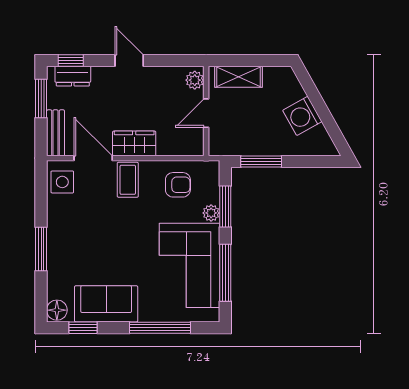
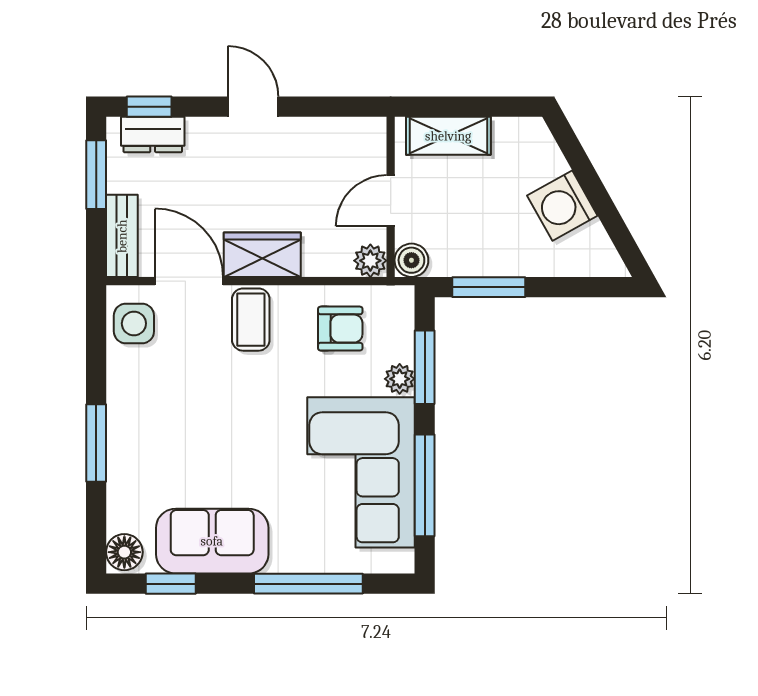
plant: (195, 80) -> (370, 261), moved
boiler: (218, 147) -> (411, 260), added

